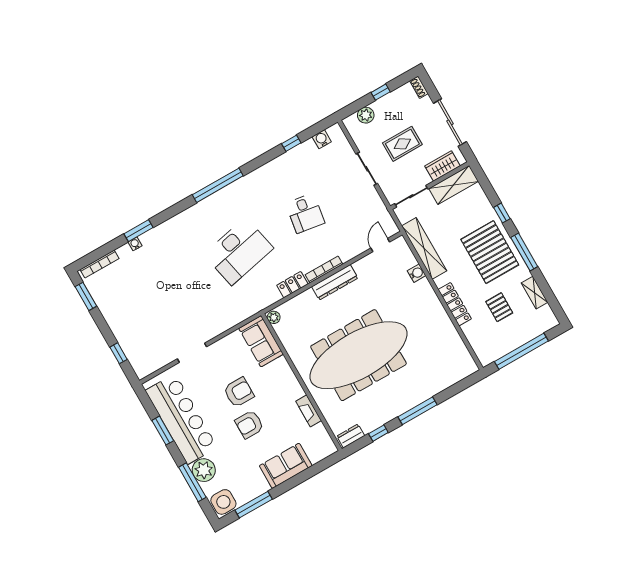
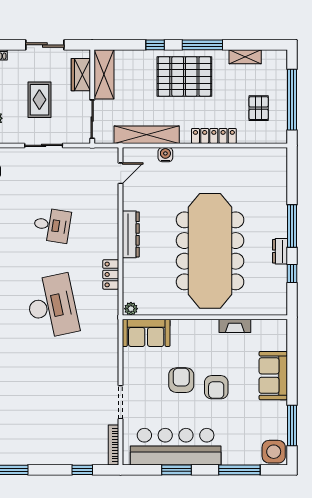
sliding door: (450, 122) -> (45, 45), width x0.73
door: (380, 245) -> (121, 173), swing flipped
bookcase: (324, 270) -> (114, 445), moved
pallet: (499, 307) -> (259, 108), moved, turned 90
dresser: (351, 436) -> (280, 251), moved
plant: (204, 470) -> (234, 453), removed

